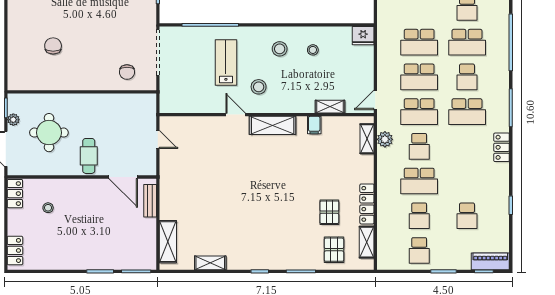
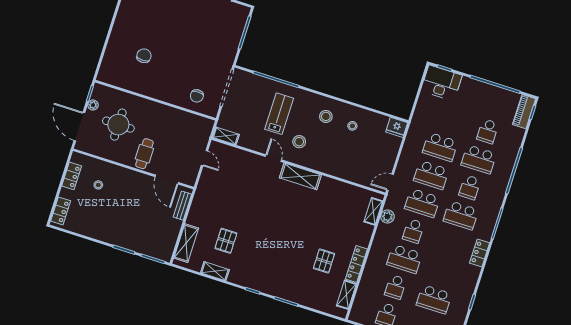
shelving: (330, 107) -> (226, 136), moved
filing cabinet: (314, 125) -> (334, 187), removed
locker: (15, 194) -> (72, 176), moved
school desk: (467, 216) -> (434, 299), width x1.85
pallet: (334, 250) -> (226, 241), moved

